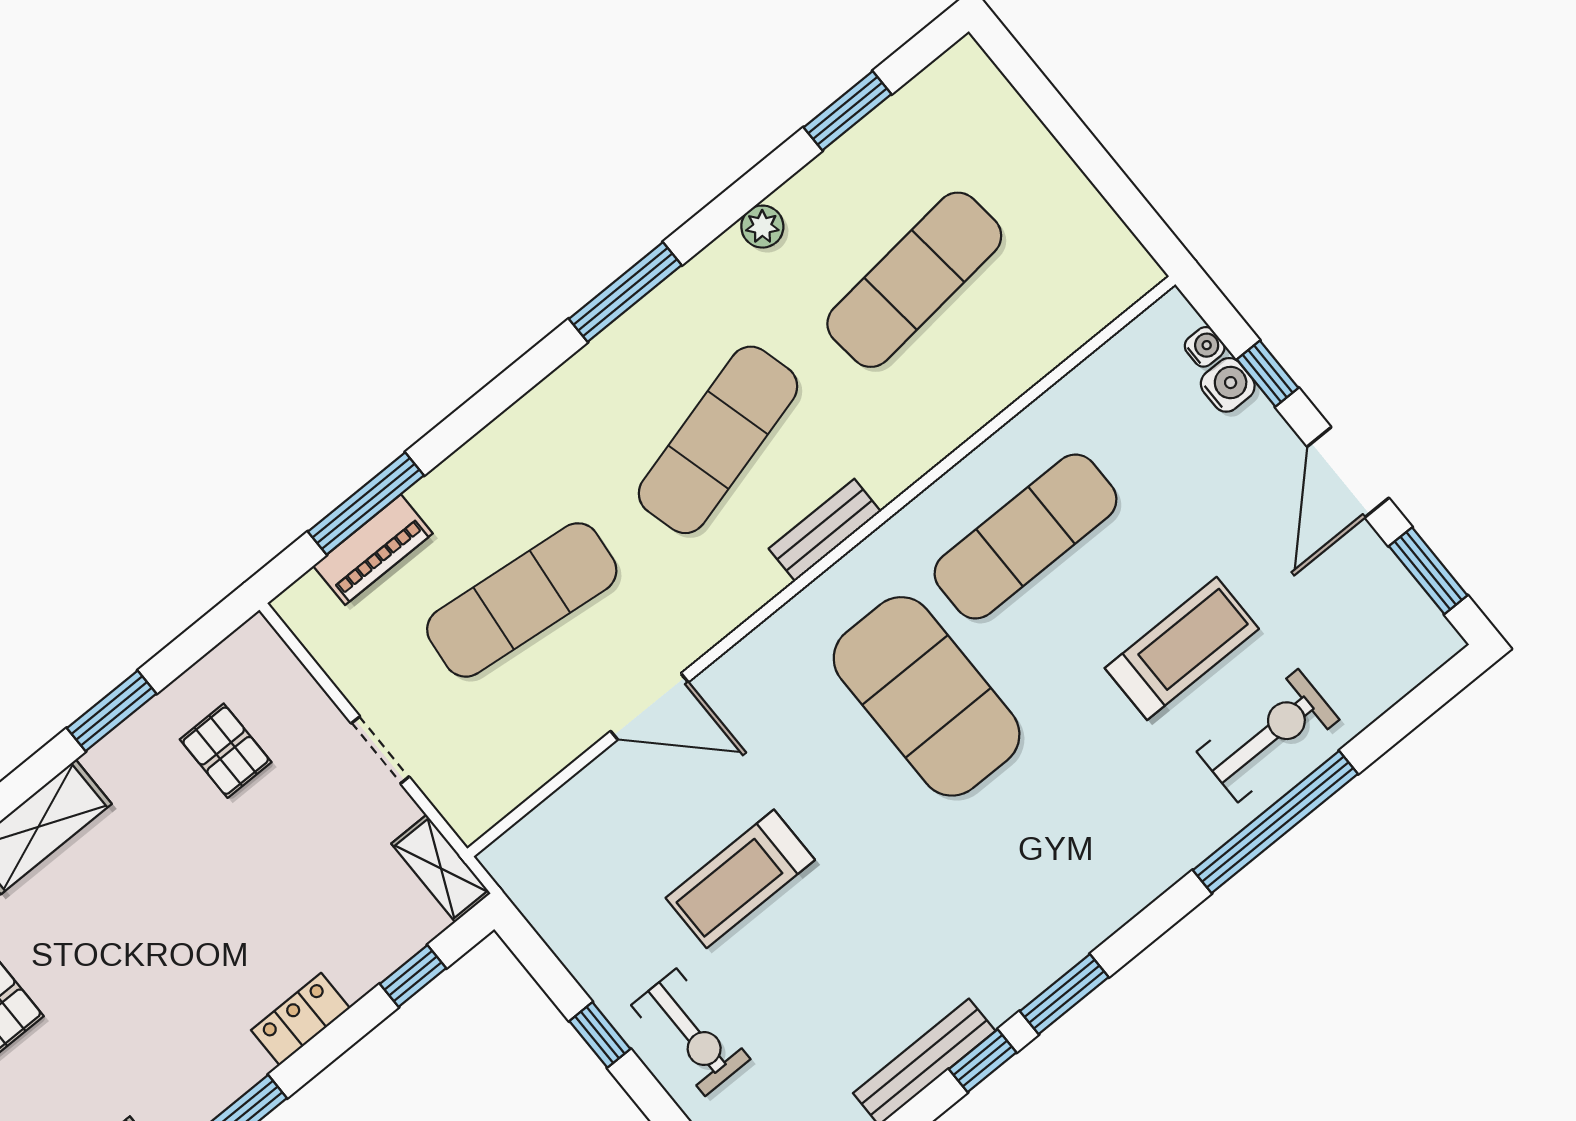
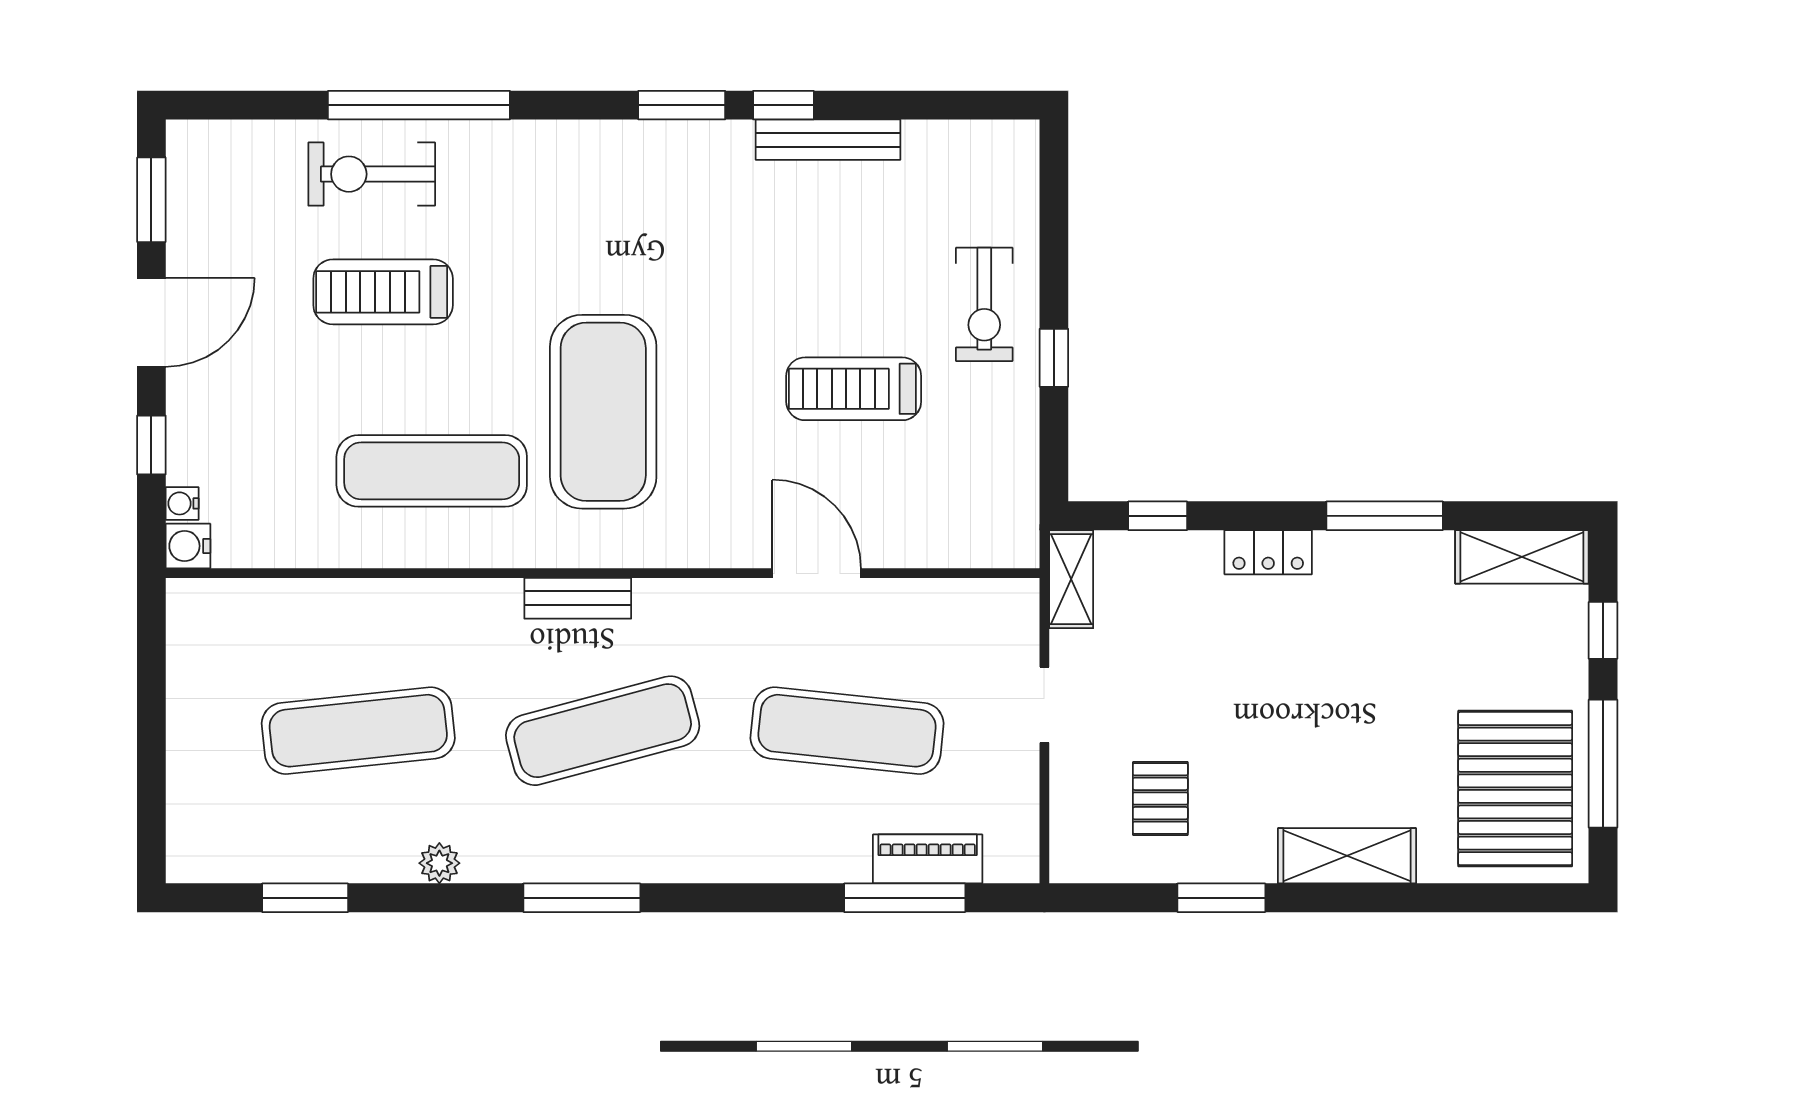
water cooler: (1228, 385) -> (188, 546), moved
treadmill: (740, 879) -> (854, 389), turned 180
exercise bike: (691, 1032) -> (984, 304), turned 180

